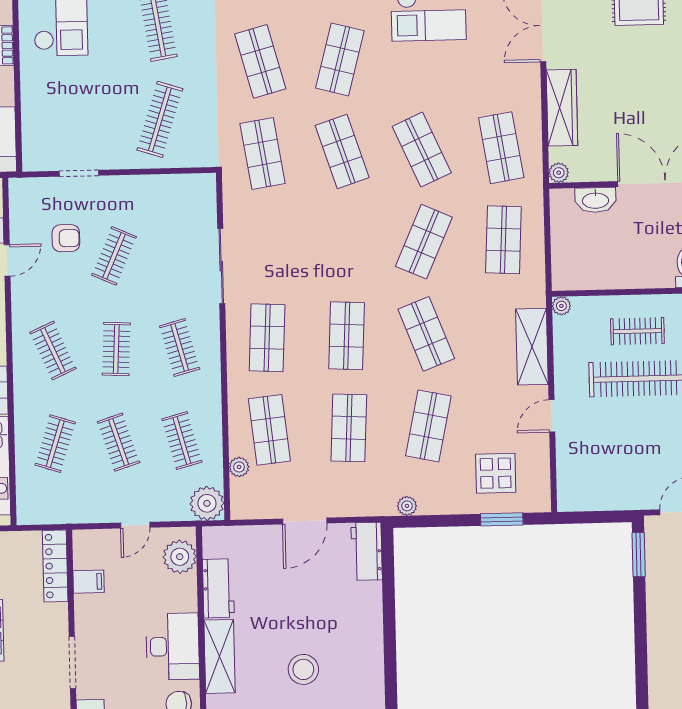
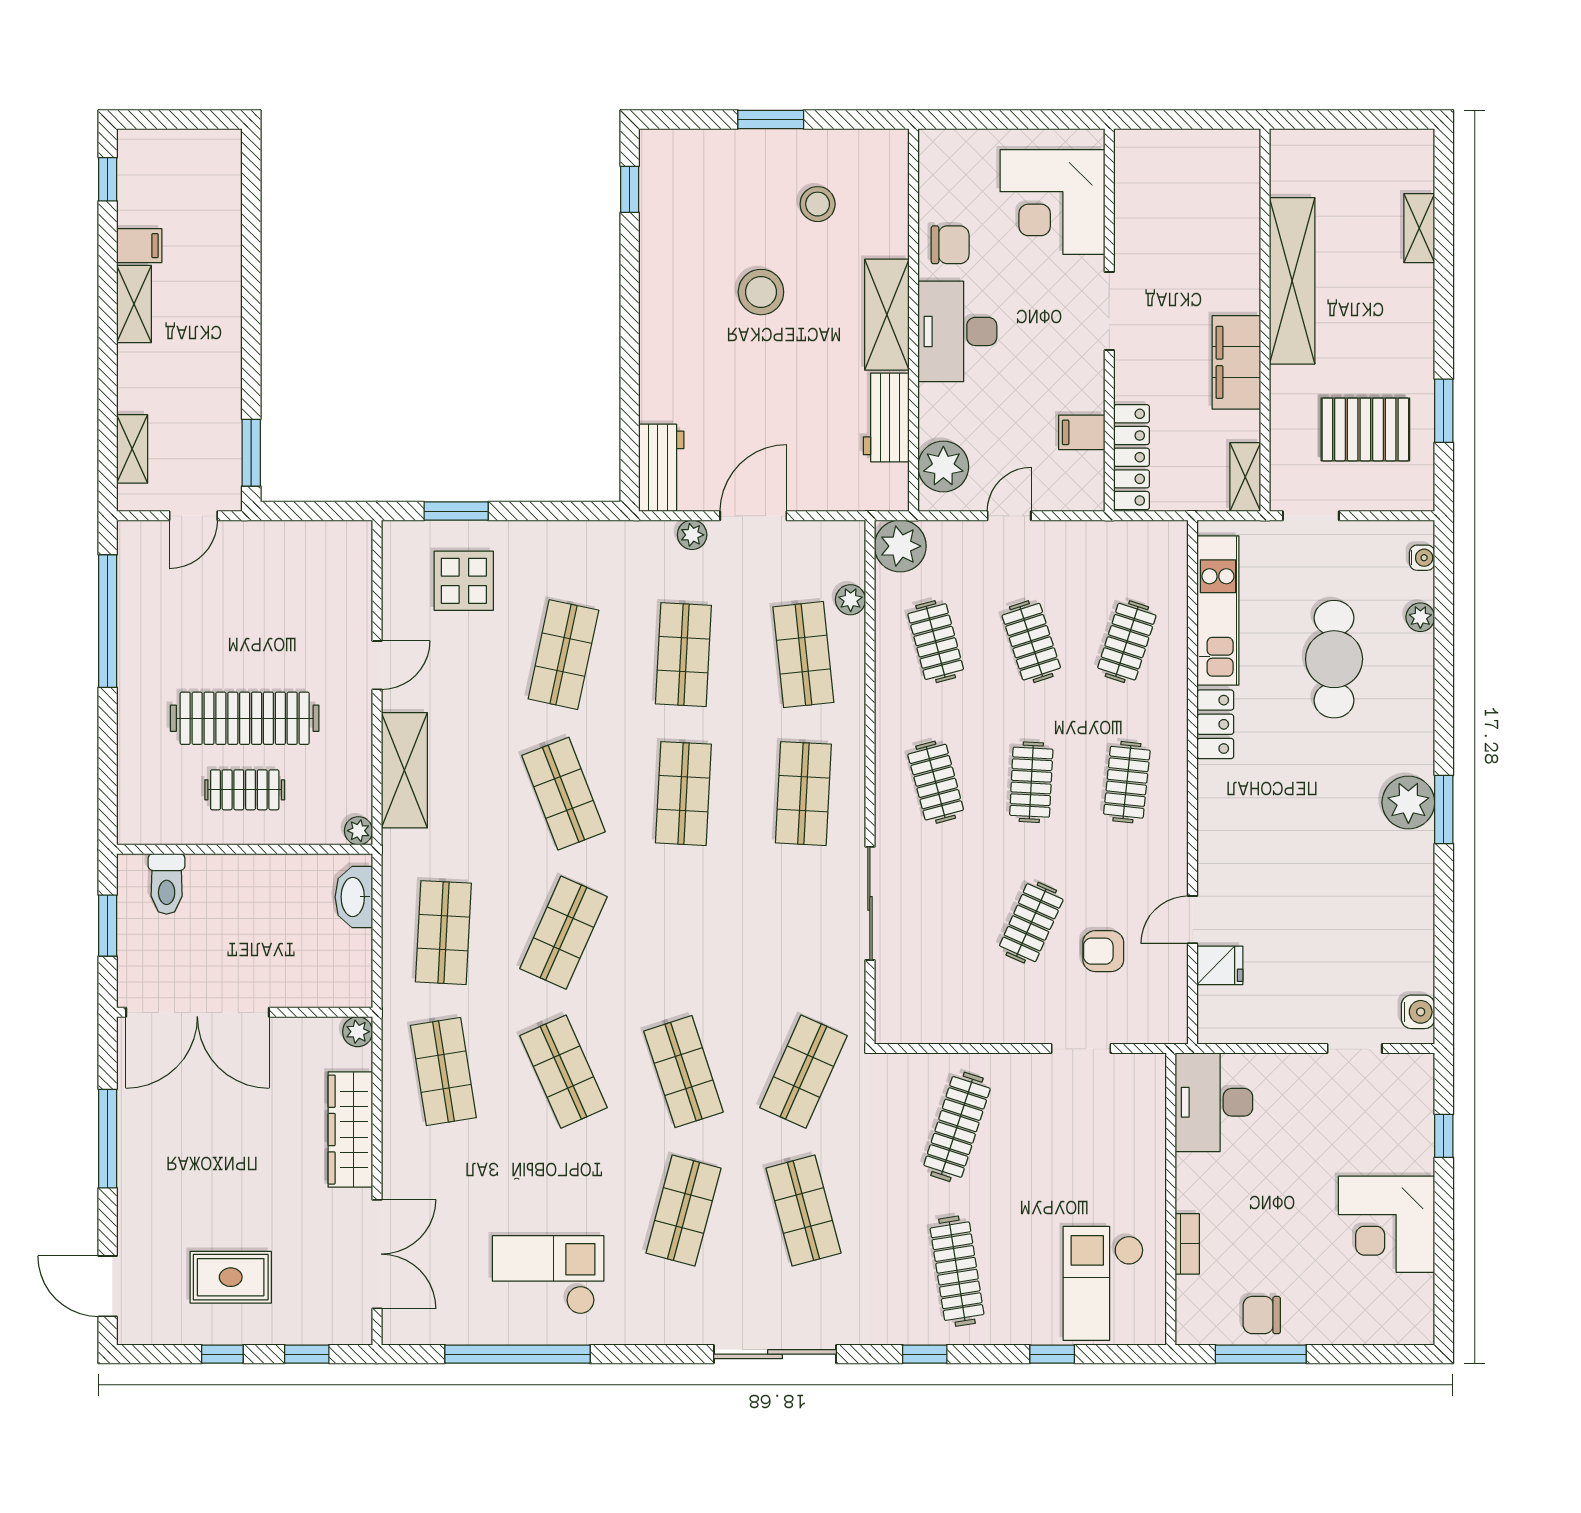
shop shelf: (263, 153) -> (803, 1072), turned 33
washbasin: (595, 200) -> (354, 897), moved, turned -90
clothes rail: (53, 351) -> (1127, 782), turned 30
plant: (407, 506) -> (692, 535), moved

